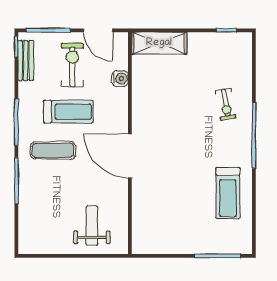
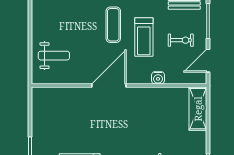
exercise bike: (72, 65) -> (181, 40), width x0.73, depth x0.72
water cooler: (120, 79) -> (158, 78), moved

